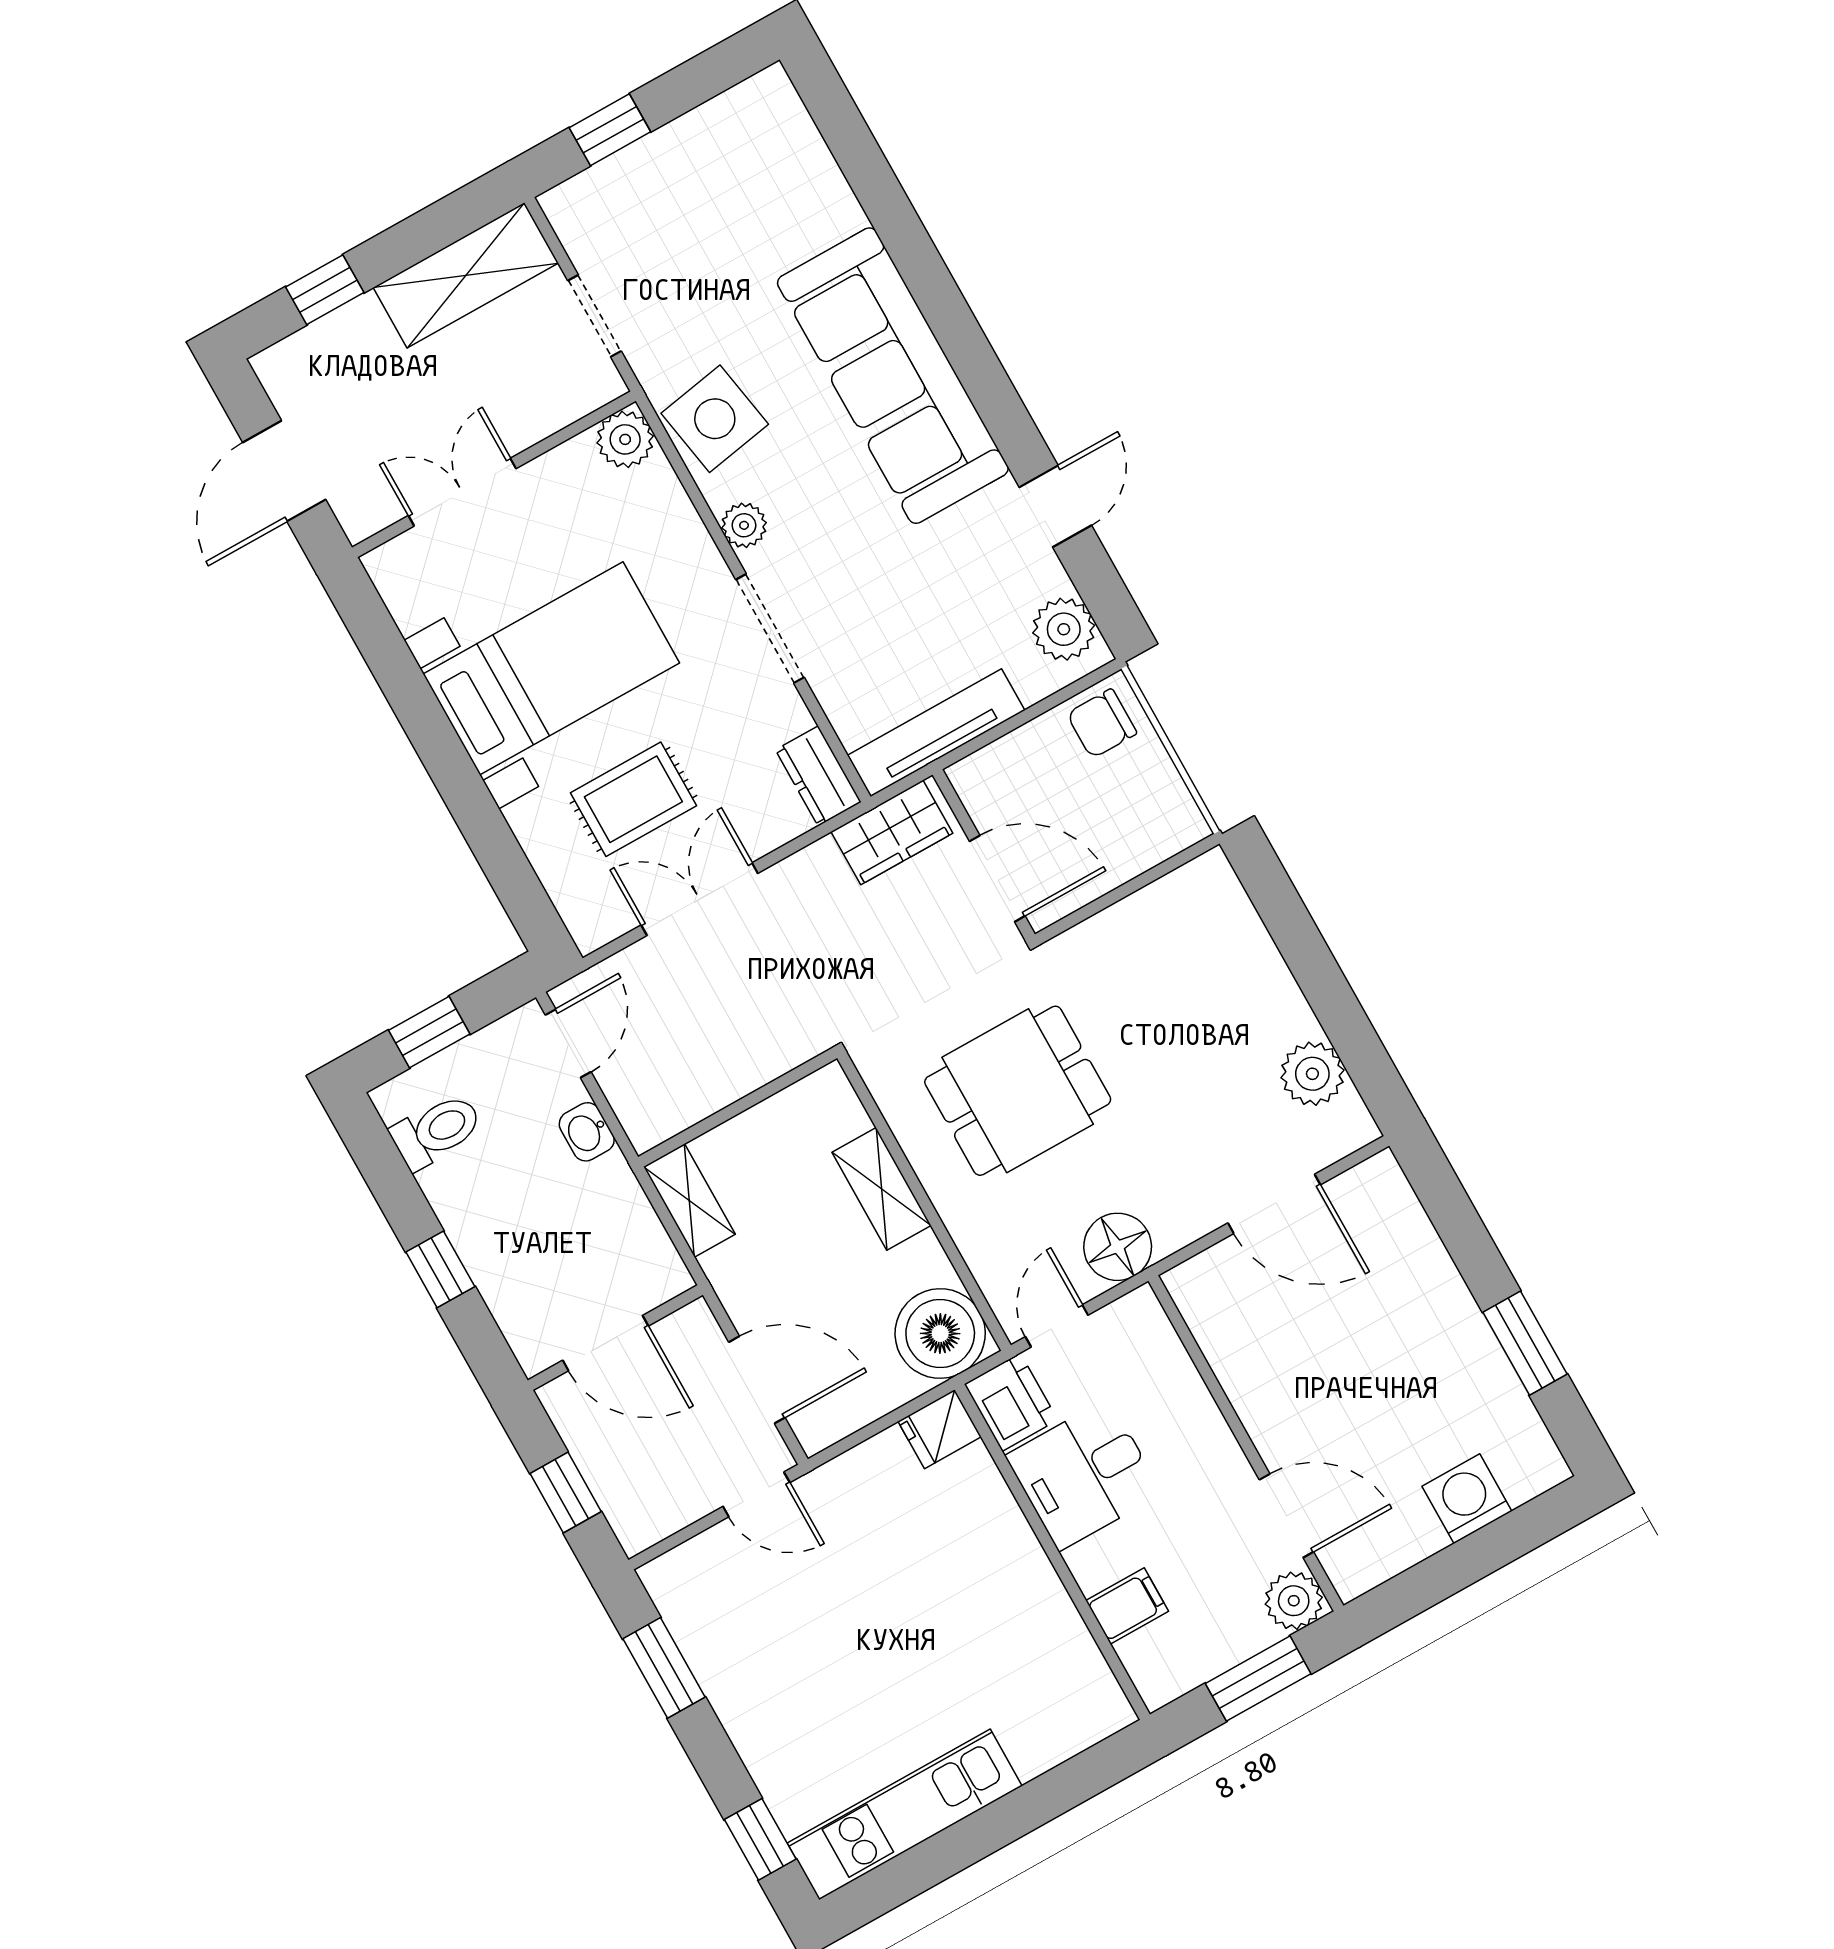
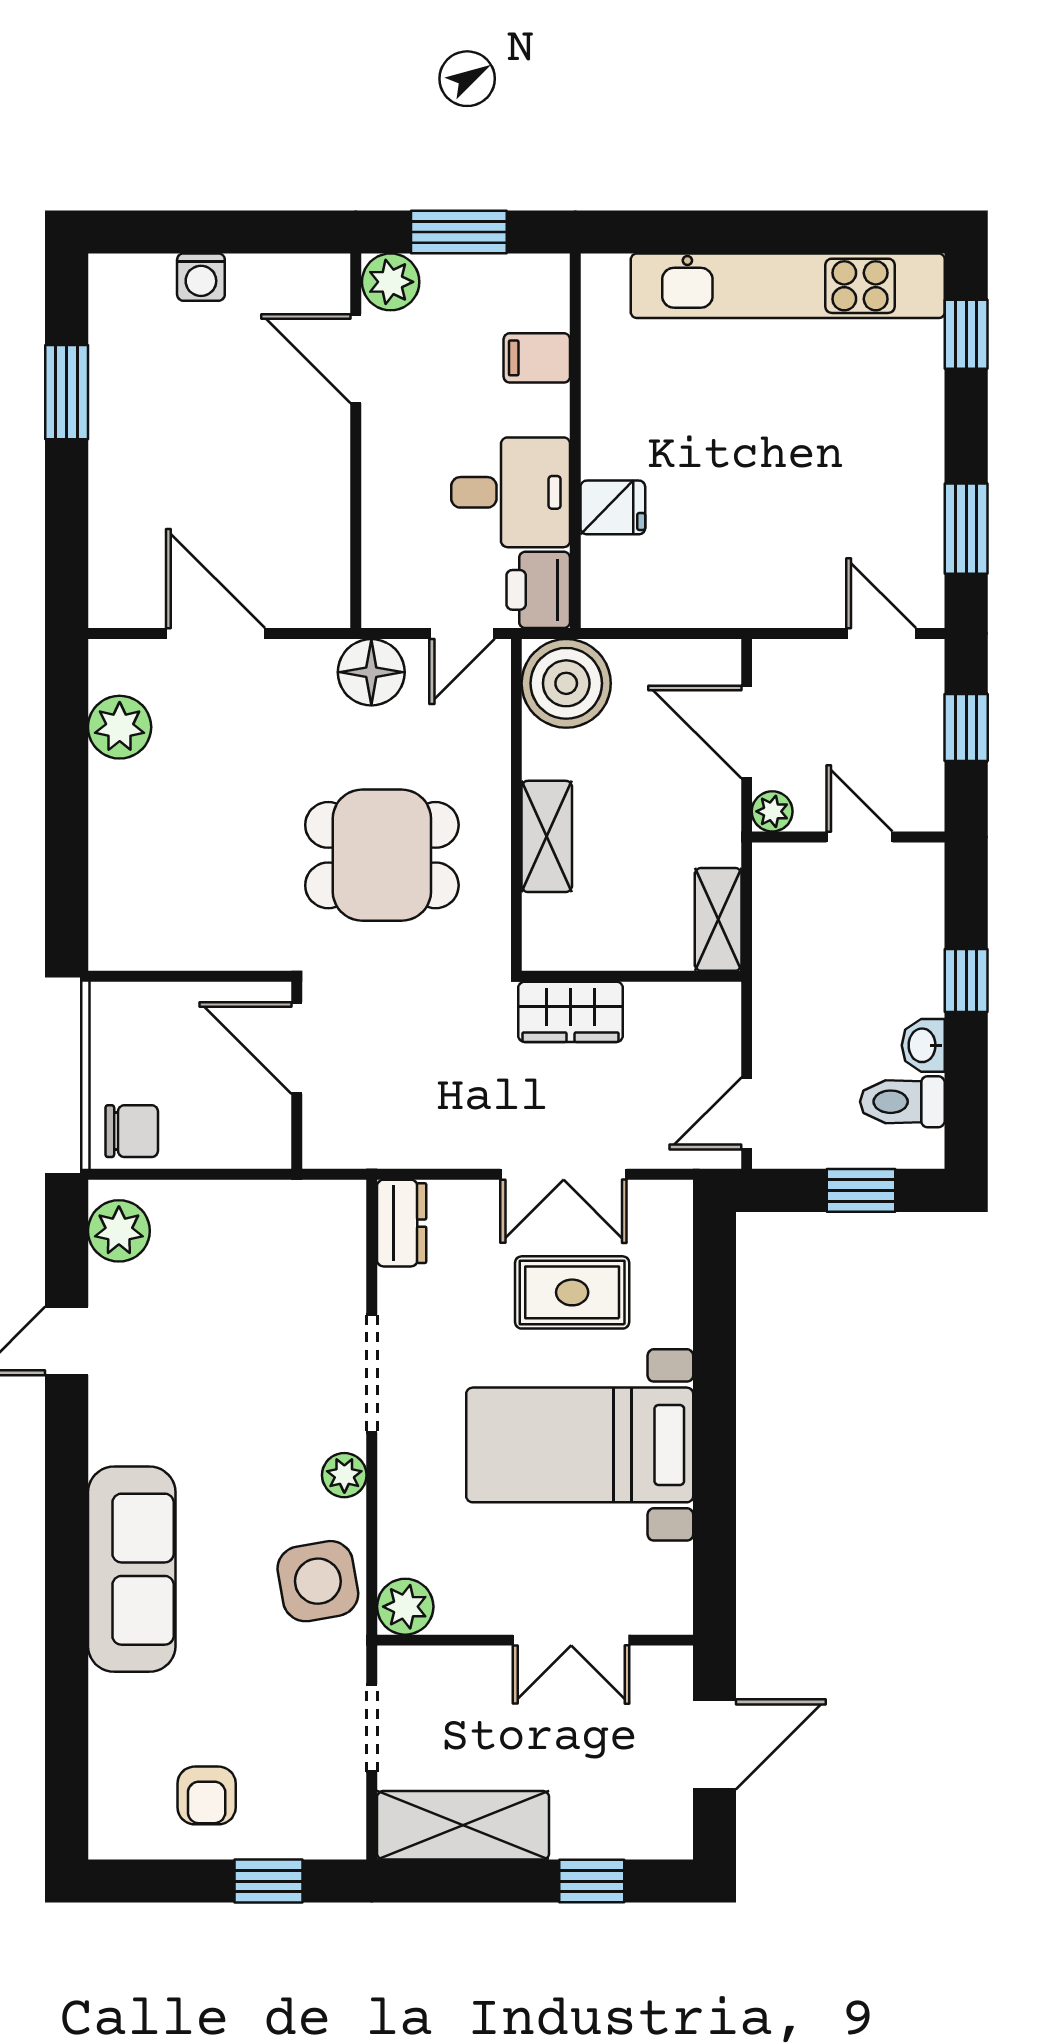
armchair: (707, 175) -> (207, 1795), added
sofa: (893, 376) -> (132, 1569), width x0.74, depth x0.79
tv unit: (936, 733) -> (279, 1203), removed
wardrobe: (892, 832) -> (571, 1012), moved, turned 180
washbasin: (587, 1132) -> (923, 1045), moved, turned 180
plant: (695, 1323) -> (772, 811), added
door: (606, 1343) -> (859, 837), width x0.73
fridge: (940, 1429) -> (613, 507), moved
door: (756, 1494) -> (881, 634), moved
washing machine: (1467, 1499) -> (201, 277), width x0.73, depth x0.73
kitchen unit: (905, 1815) -> (788, 286), width x1.36

